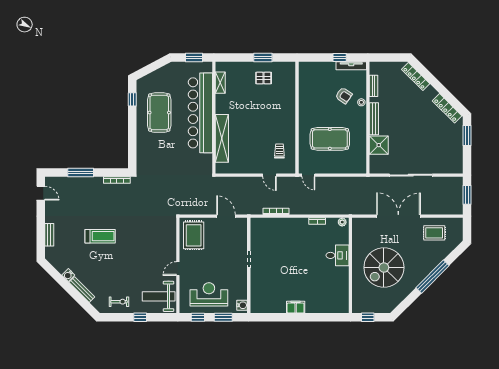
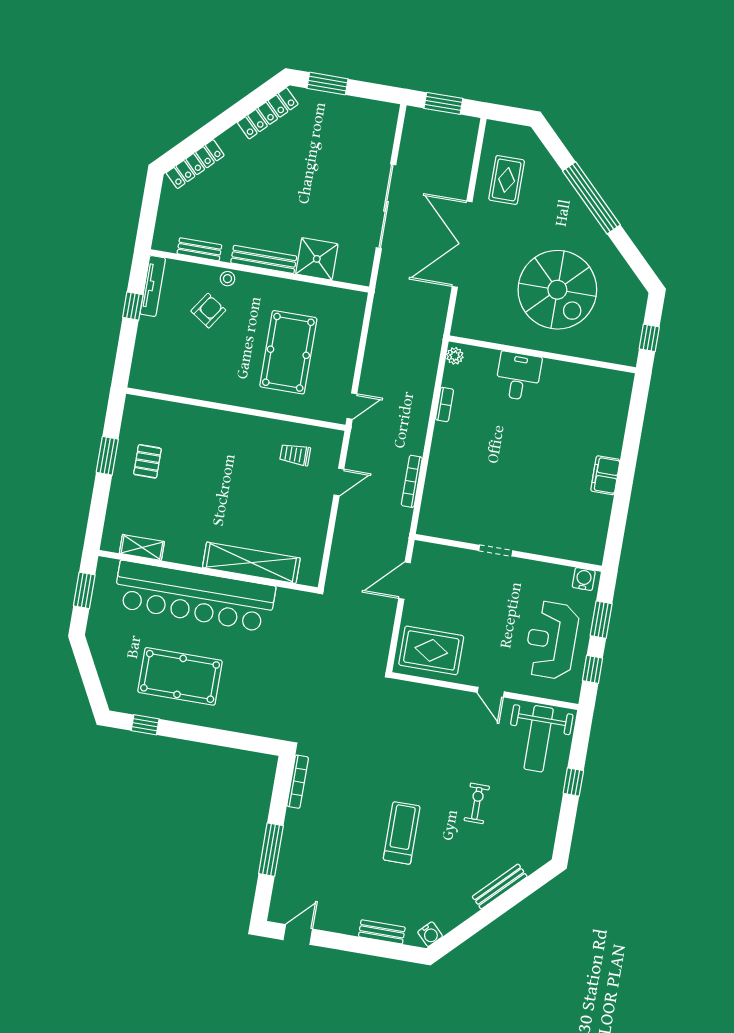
water cooler: (68, 275) -> (430, 934), moved
exercise bike: (119, 302) -> (477, 803), moved

